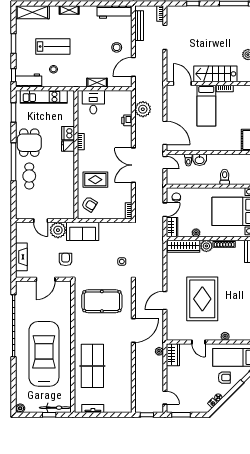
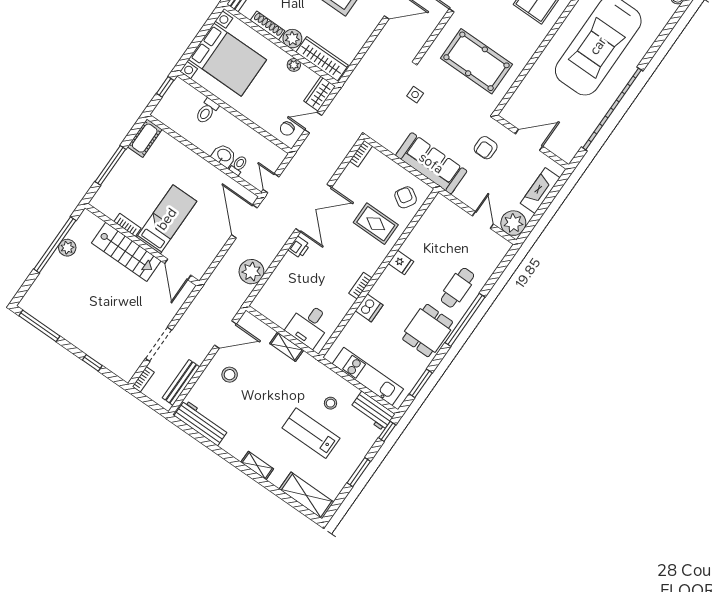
printer: (127, 120) -> (299, 247), moved
fridge: (68, 146) -> (401, 263), moved
plant: (58, 230) -> (513, 223), moved
sofa: (83, 231) -> (431, 163), width x1.36

